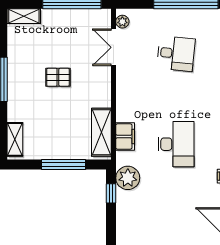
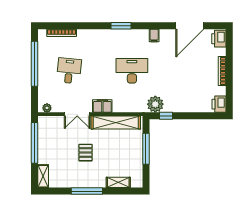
double door: (113, 47) -> (77, 114), moved
shelving: (101, 132) -> (116, 122), width x1.47
filing cabinet: (125, 137) -> (102, 106), moved
shelving: (15, 139) -> (118, 182), moved

